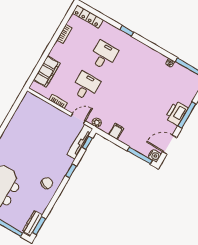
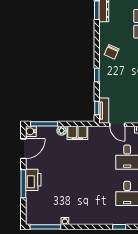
door: (78, 119) -> (117, 125), hinge flipped
plant: (97, 123) -> (62, 131), moved
filing cabinet: (116, 131) -> (77, 133), width x2.00
tv unit: (80, 142) -> (104, 111), width x0.71

